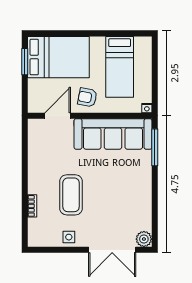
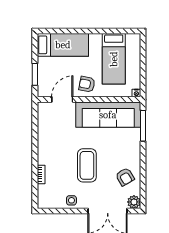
bed: (58, 57) -> (63, 45), width x0.67
window: (25, 62) -> (35, 74), moved
coffee table: (71, 195) -> (87, 165), moved
armchair: (133, 209) -> (125, 177), added

